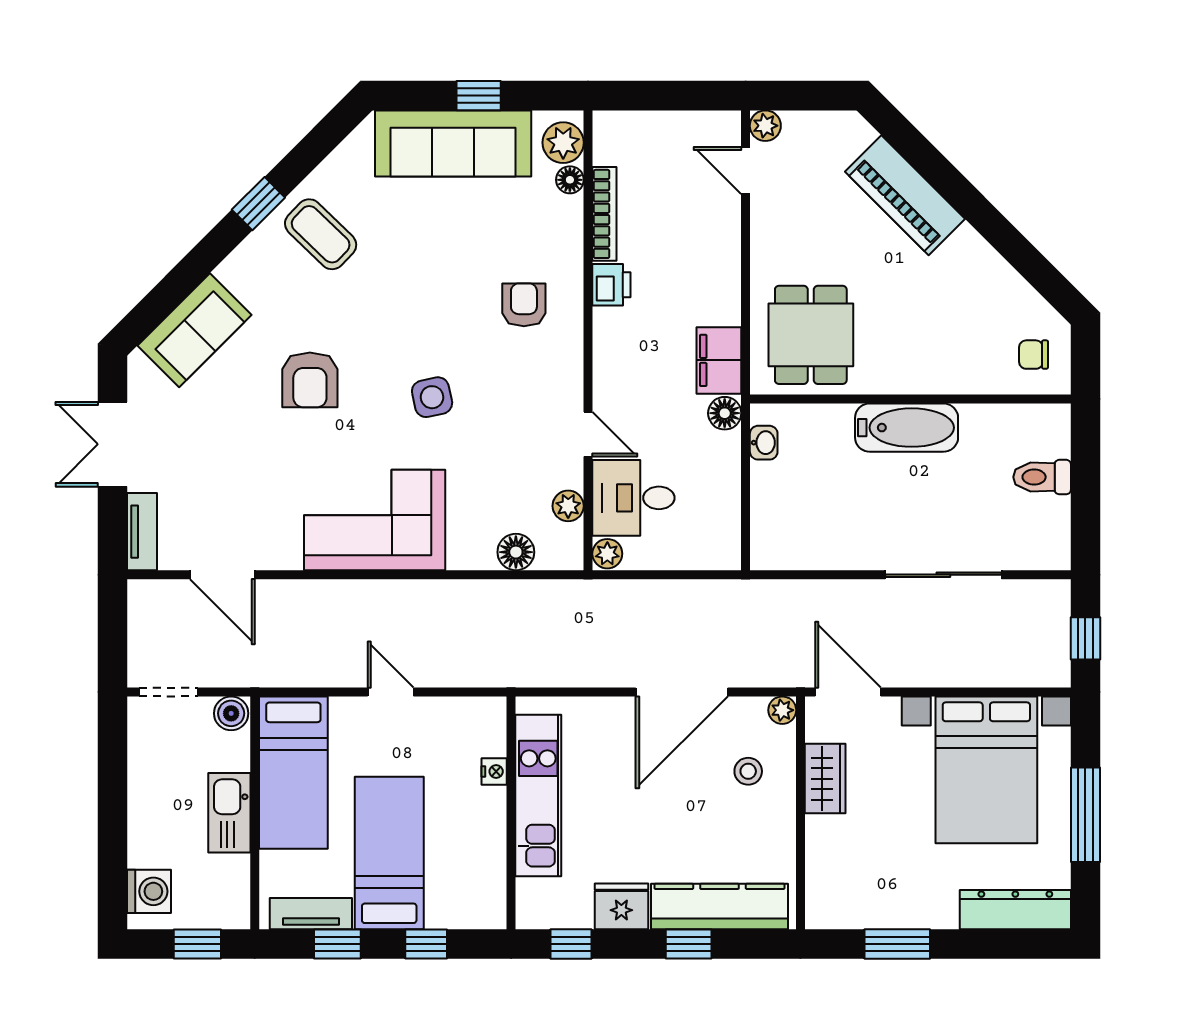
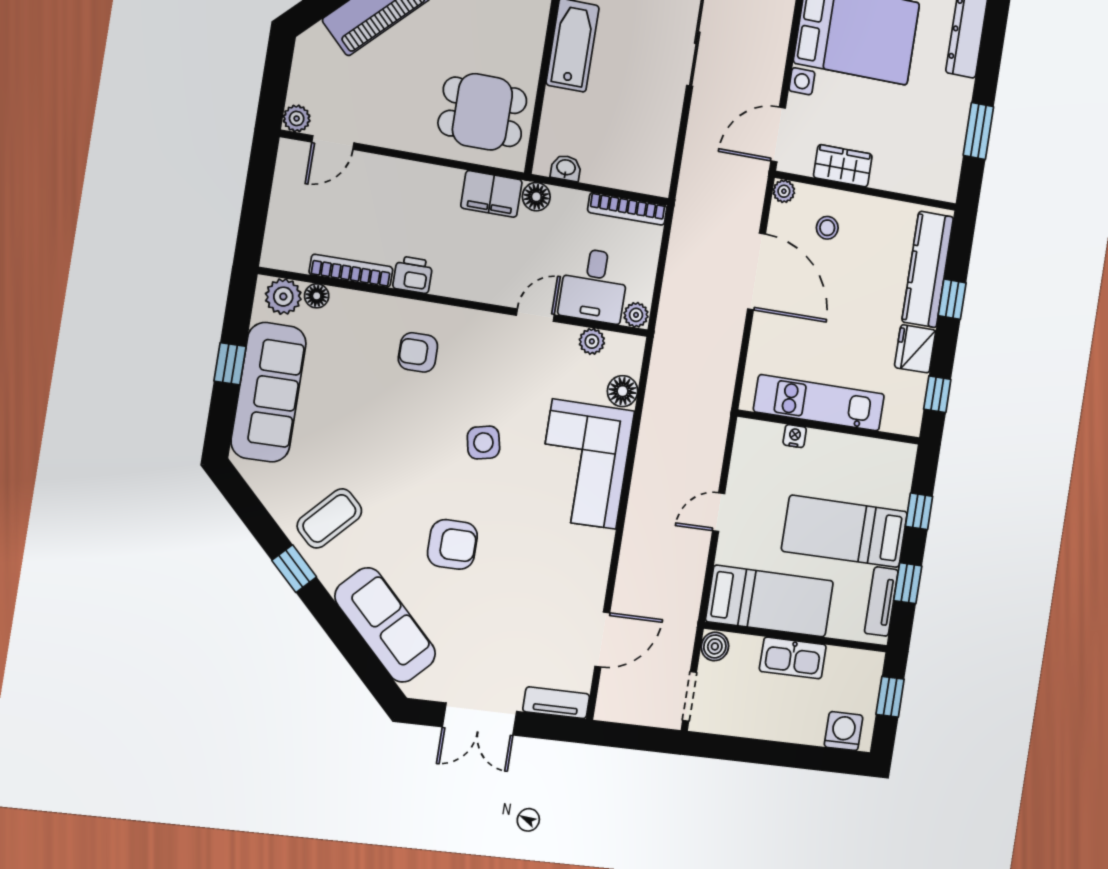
sofa: (195, 330) -> (385, 625), width x1.36
corner sofa: (375, 520) -> (584, 464), moved
bookcase: (729, 523) -> (627, 209), added

